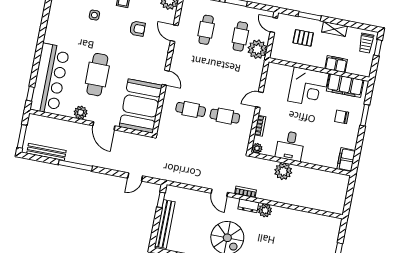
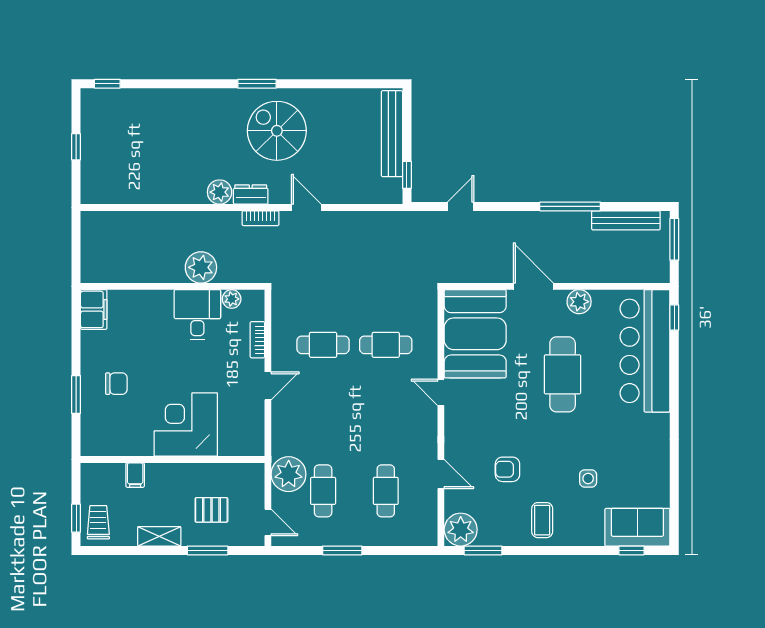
filing cabinet: (336, 64) -> (135, 475), width x0.50
filing cabinet: (345, 86) -> (121, 440), removed
plant: (257, 148) -> (232, 299), moved

